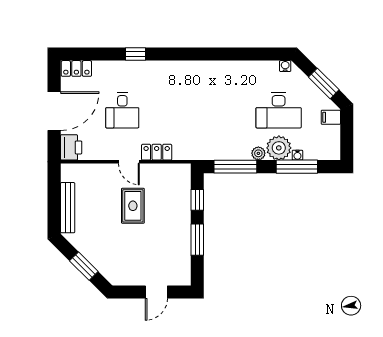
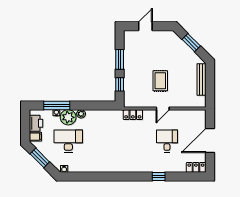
printer: (71, 147) -> (36, 123), moved, turned 180
locker: (157, 152) -> (133, 115), moved
door: (129, 162) -> (163, 108), swing flipped
window: (235, 167) -> (96, 105), removed

